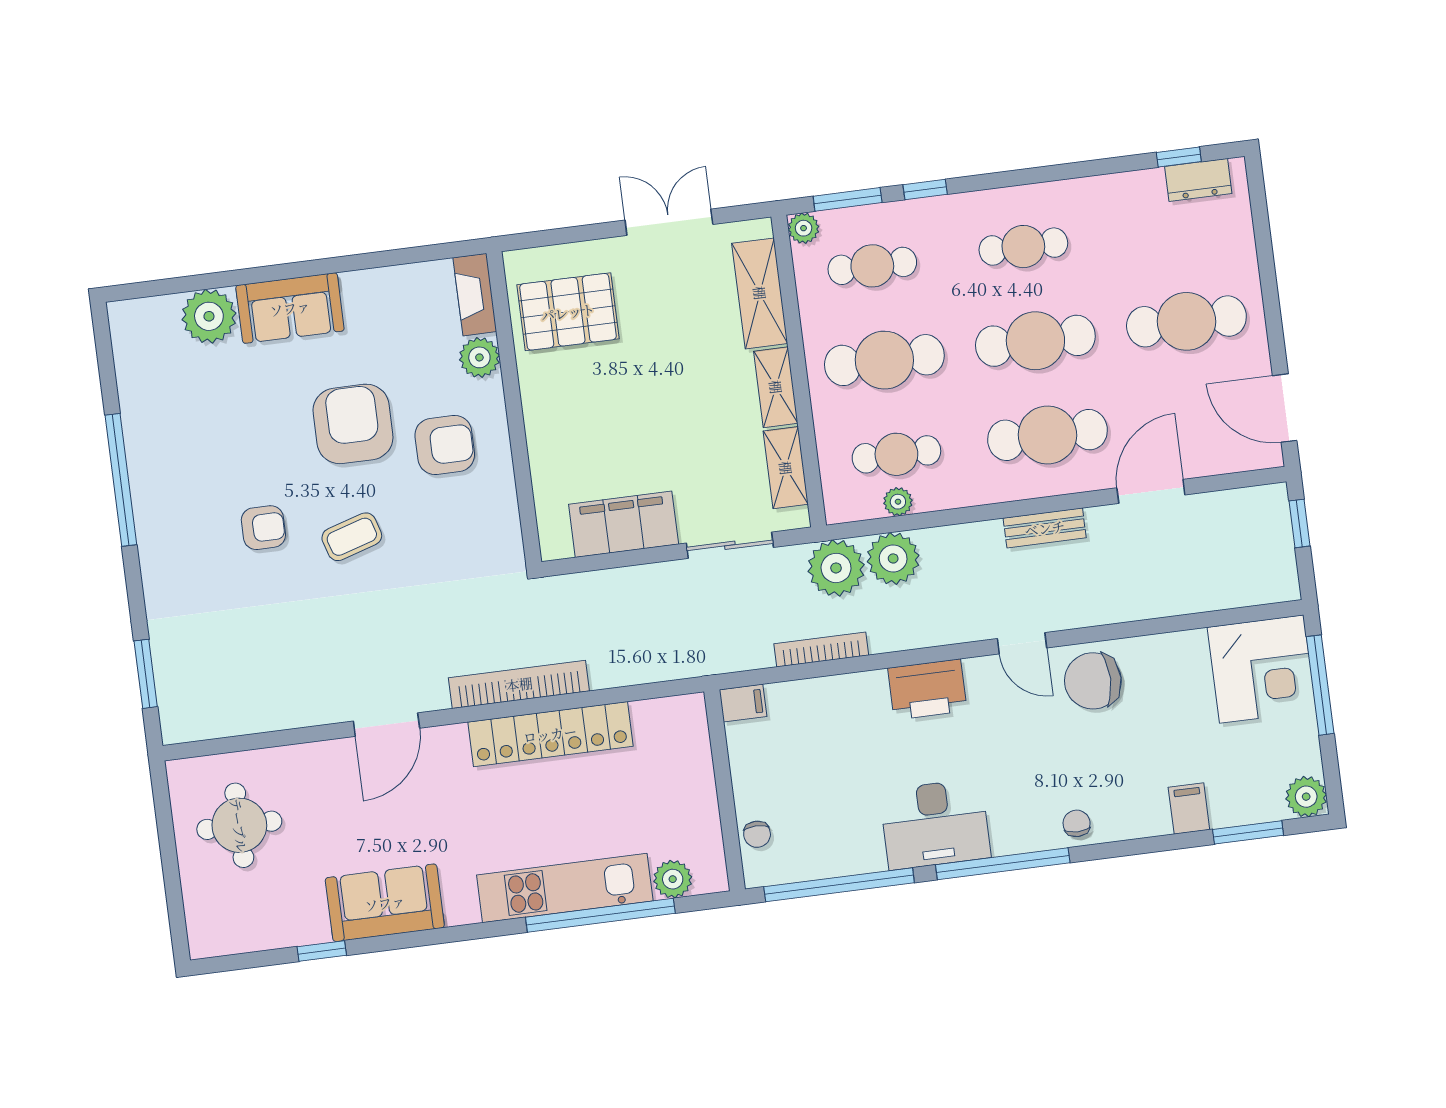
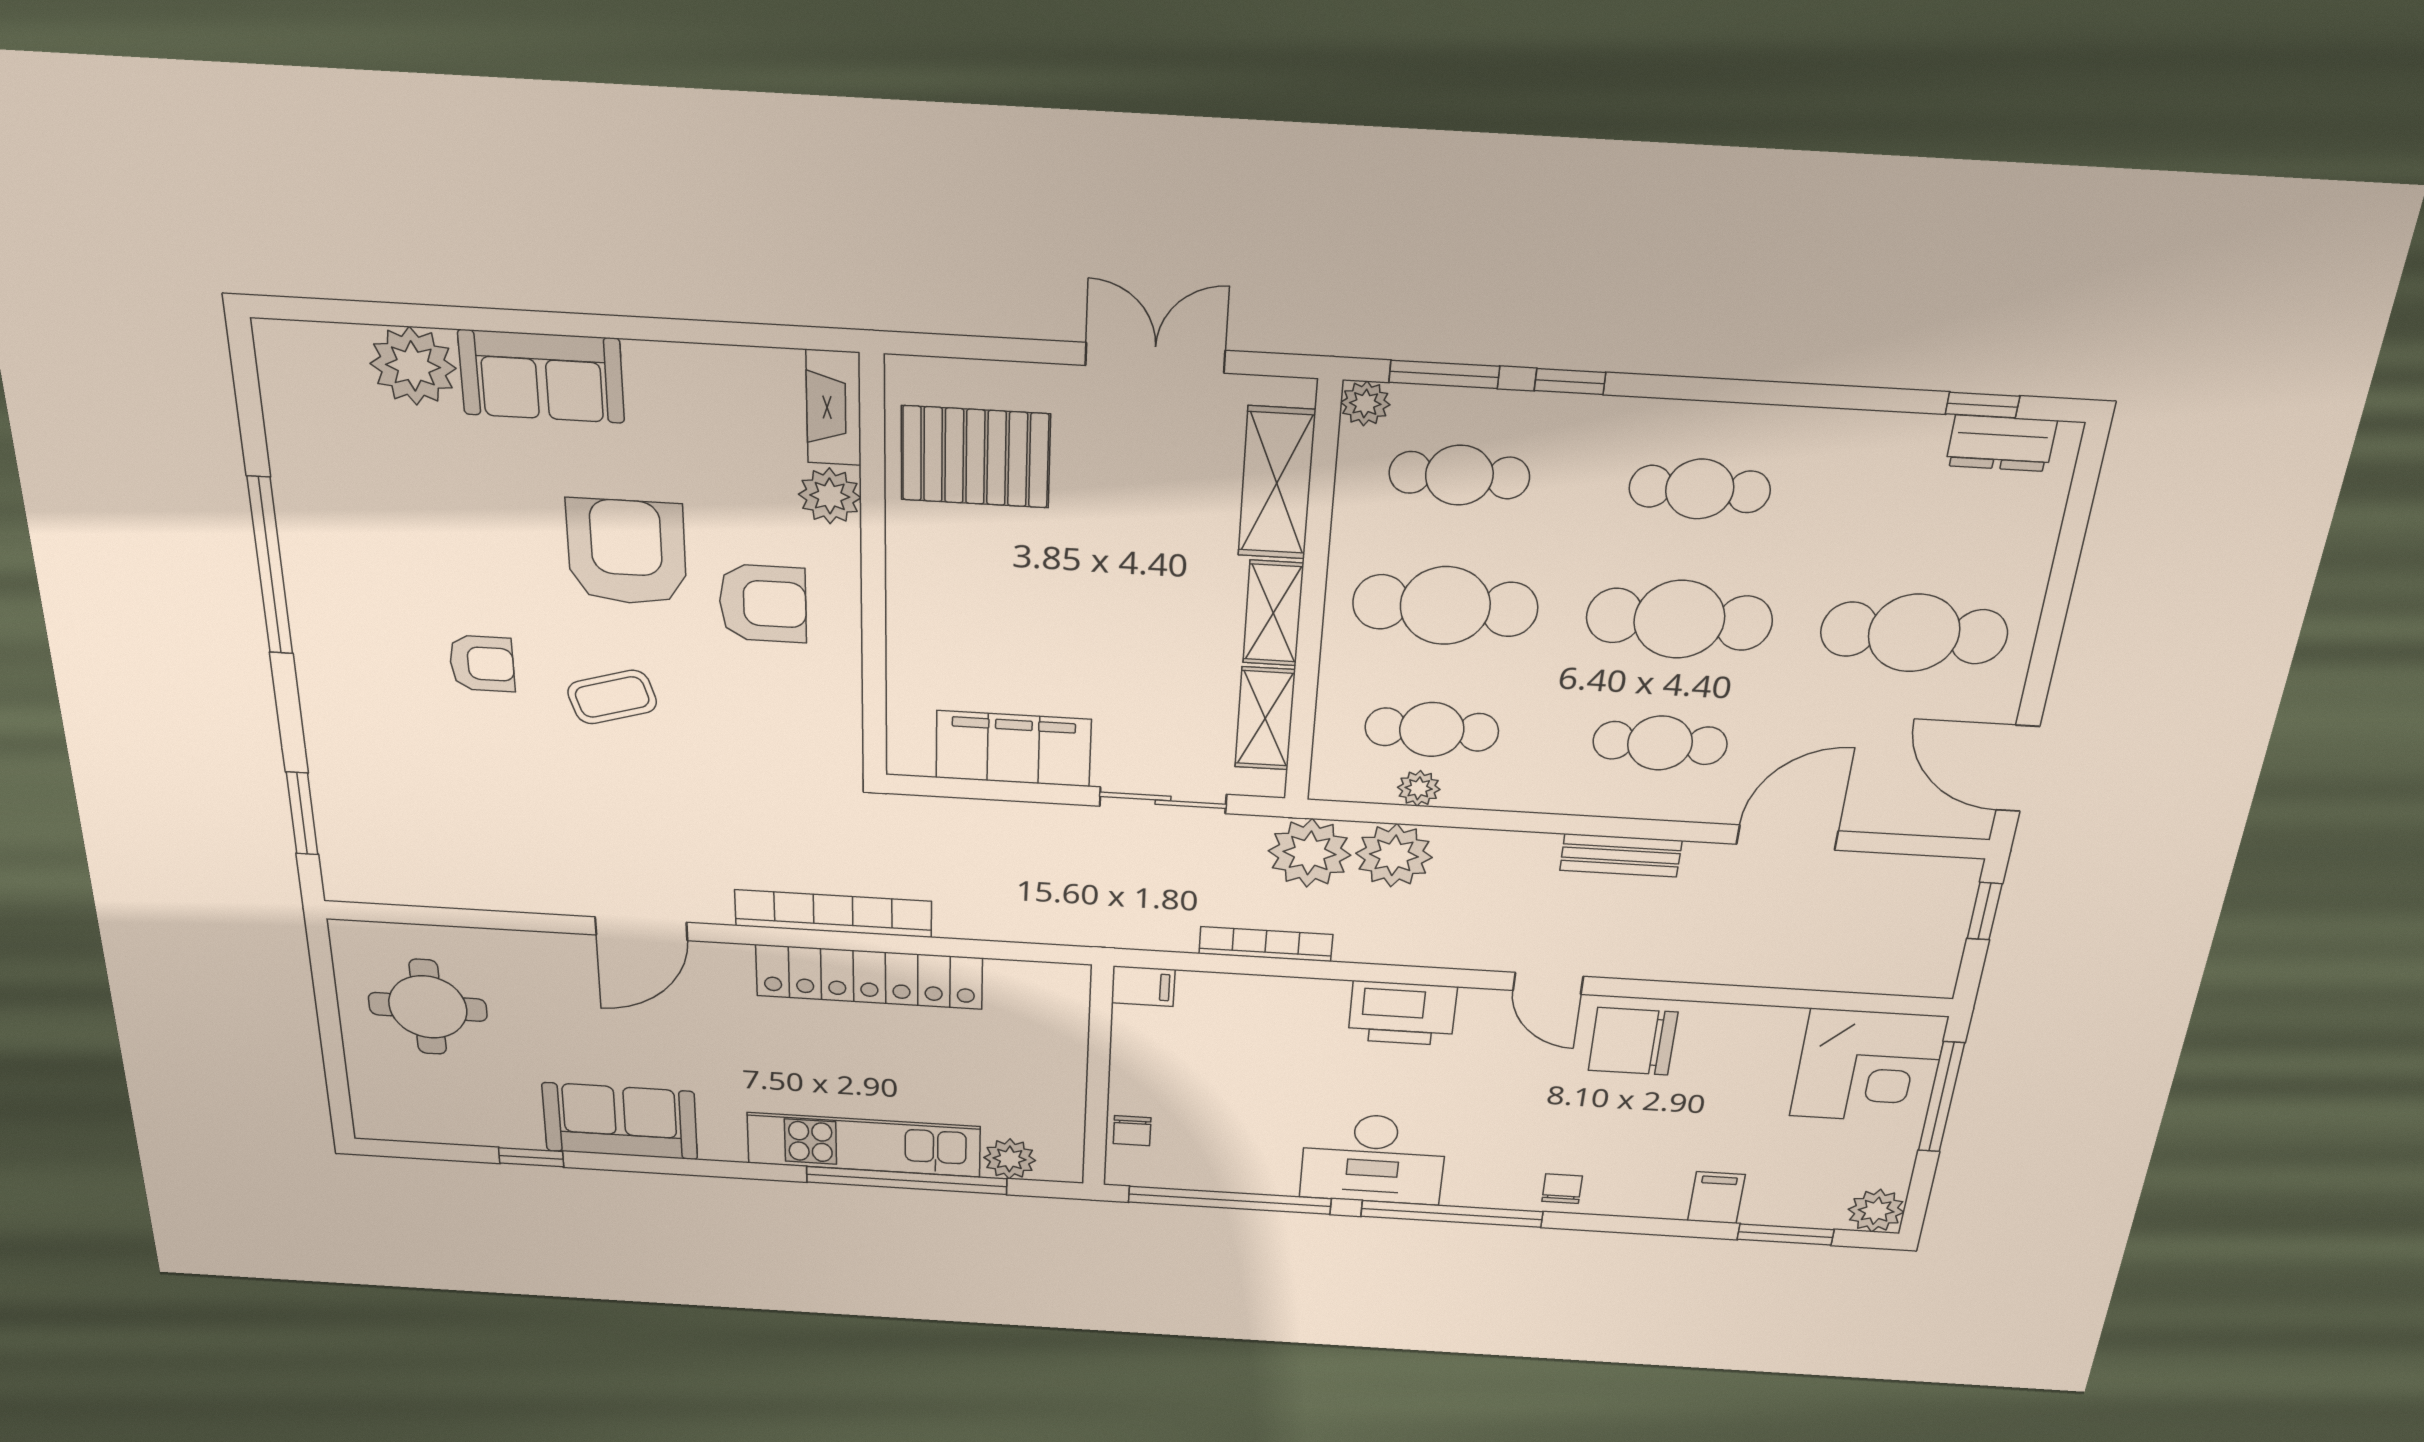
cafe table: (1047, 435) -> (1660, 743), width x0.73, depth x0.74

